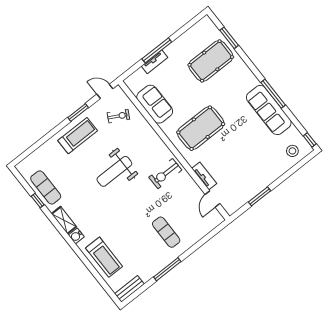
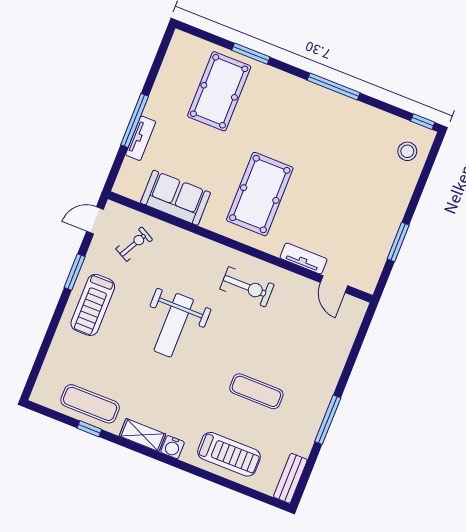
window: (229, 38) -> (251, 54), moved
sofa: (269, 110) -> (341, 113), removed
treadmill: (78, 136) -> (93, 305), turned 180
exercise bike: (165, 174) -> (247, 287), turned -90
exercise mat: (166, 232) -> (256, 391), moved

